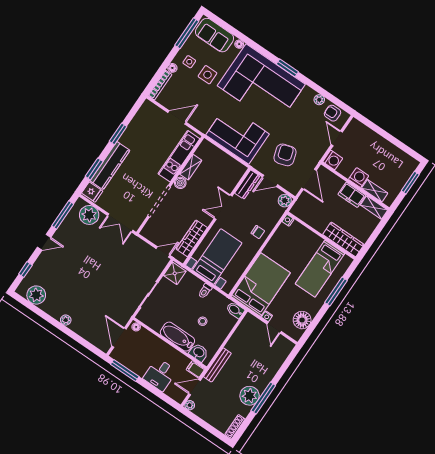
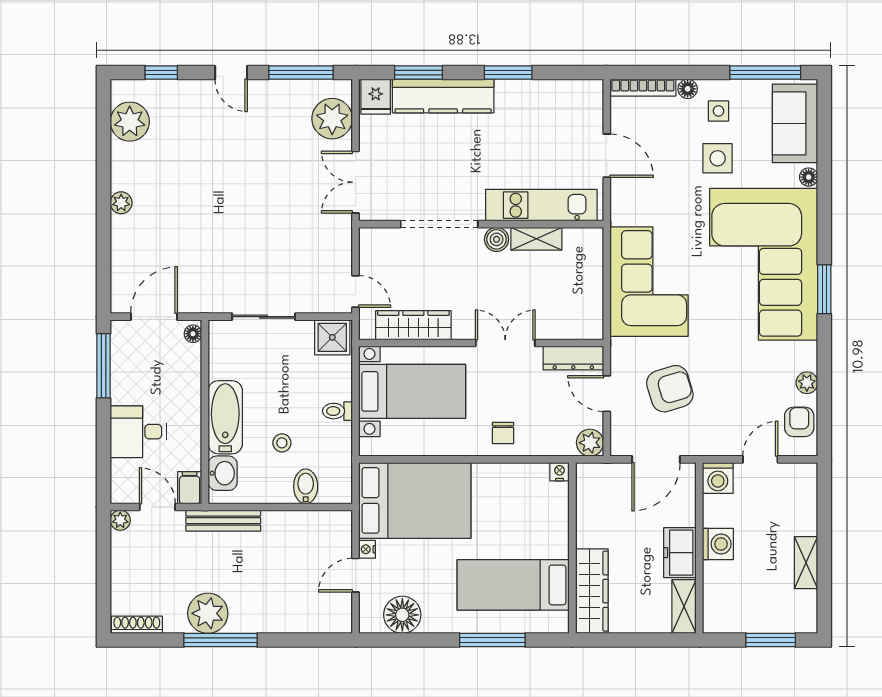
shelving: (375, 191) -> (806, 563), moved
bidet: (235, 310) -> (306, 486), moved

